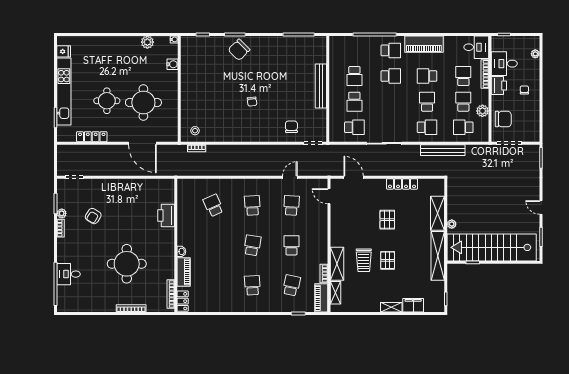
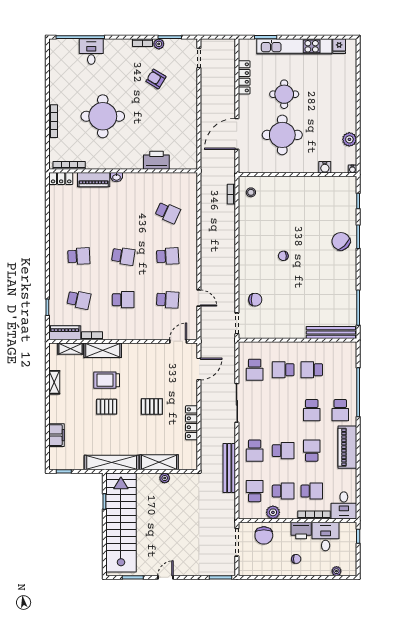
bench: (321, 86) -> (331, 332), moved
school desk: (213, 205) -> (168, 213), turned 48
plant: (452, 224) -> (165, 478), moved
shelving: (391, 307) -> (54, 382), moved

